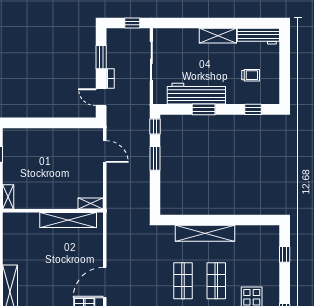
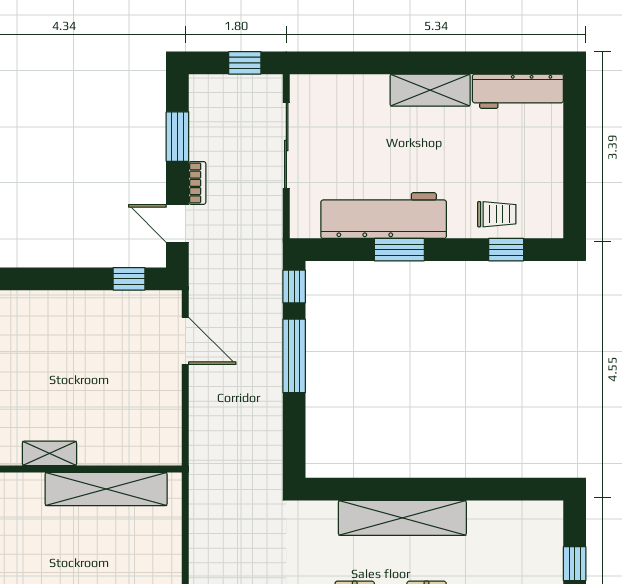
trolley: (251, 75) -> (497, 214), moved
window: (79, 123) -> (129, 279), added
window: (155, 158) -> (294, 356), width x1.44
shelving: (91, 204) -> (49, 453), moved

